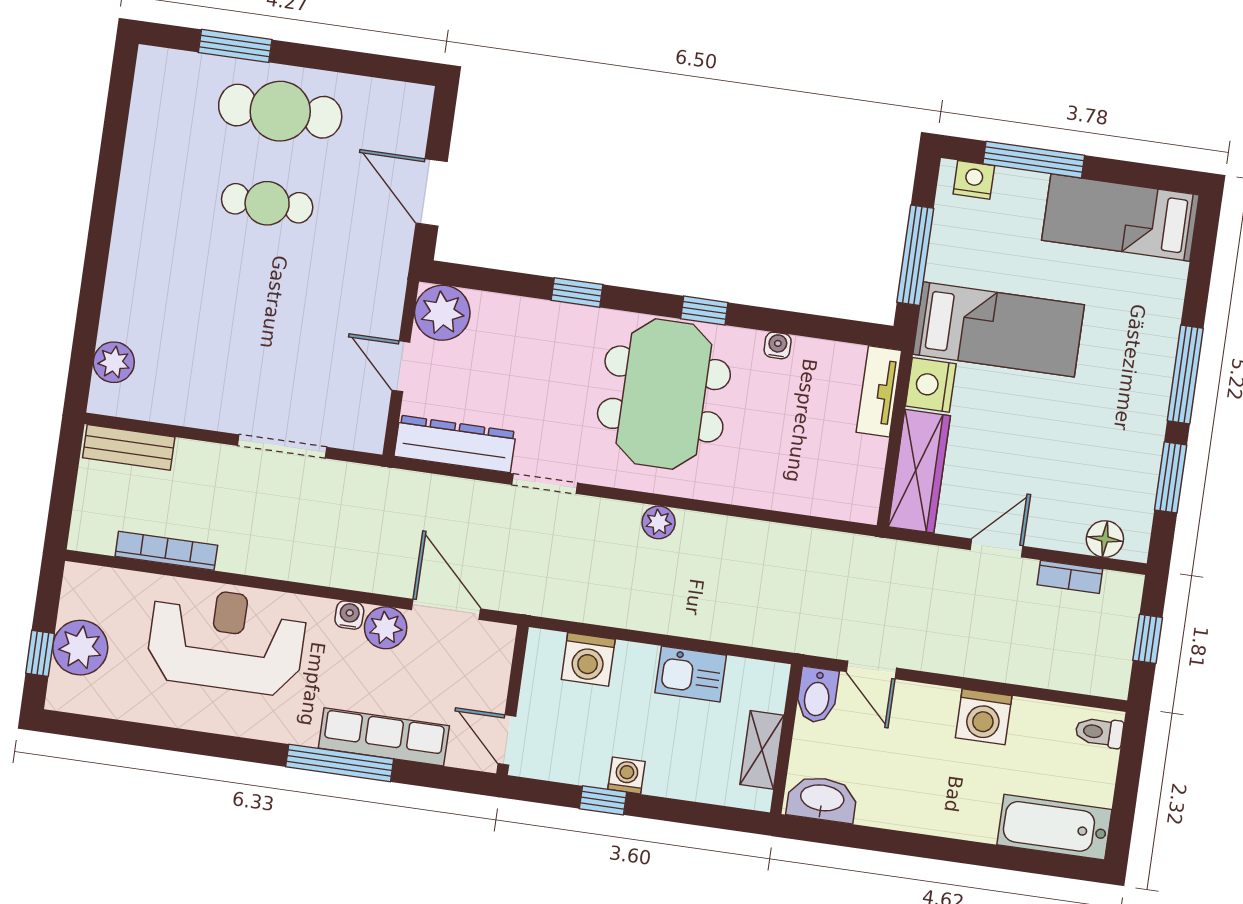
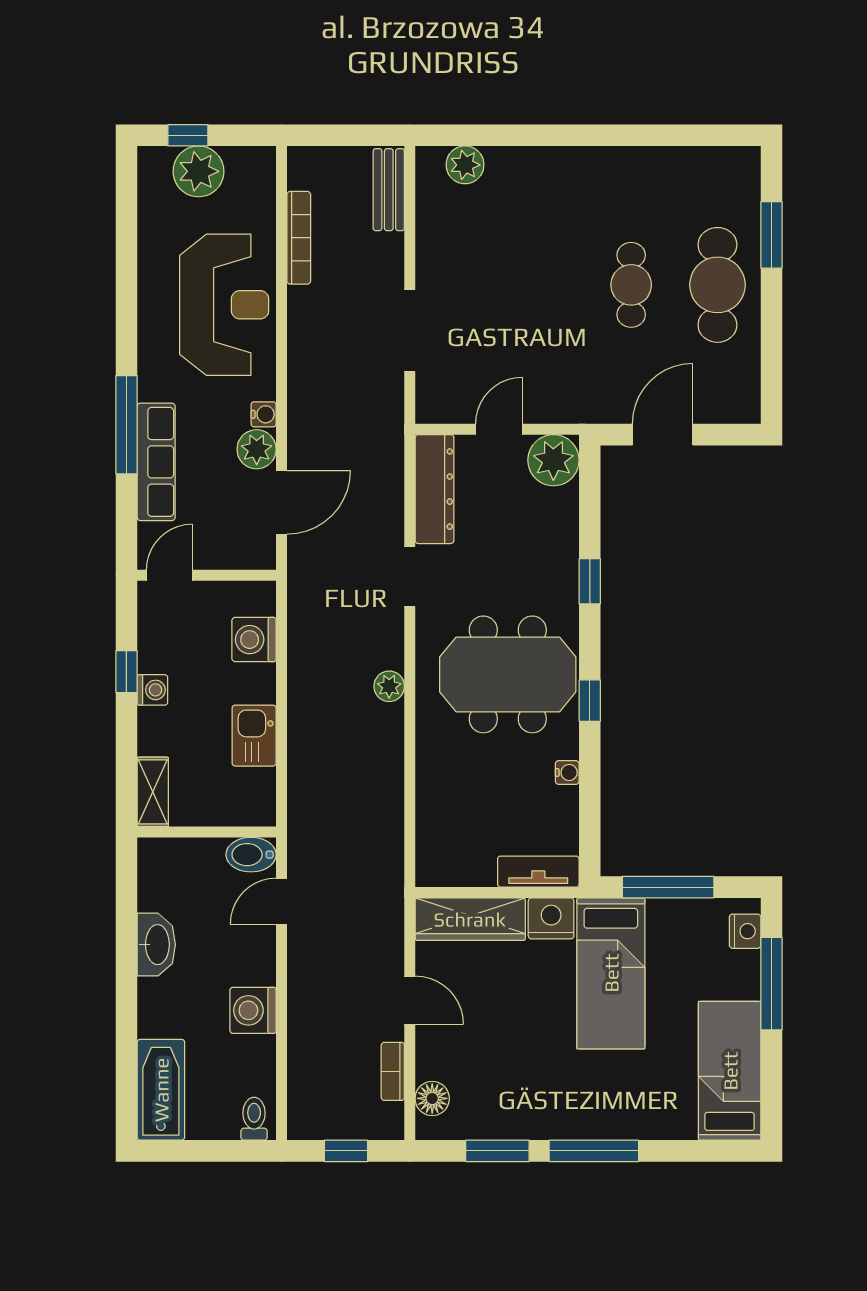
shelving: (762, 750) -> (153, 792), moved, turned 90
washbasin: (822, 799) -> (156, 945), moved

